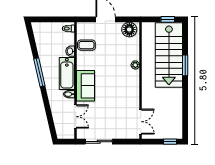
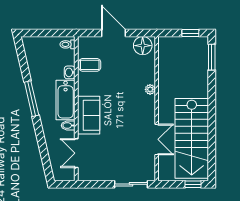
stairs: (169, 55) -> (192, 138), moved
window: (185, 65) -> (212, 57), moved
double door: (76, 117) -> (76, 153), swing flipped
double door: (141, 122) -> (157, 139), moved
sliding door: (99, 142) -> (131, 184), moved

